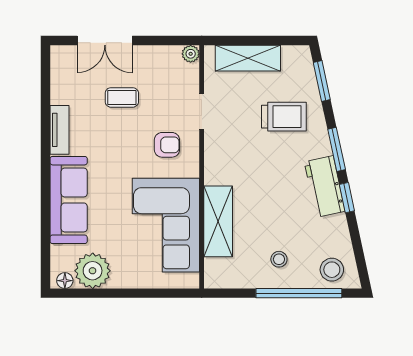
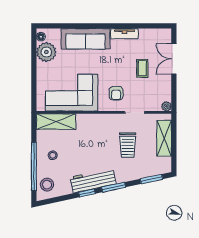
trolley: (284, 117) -> (128, 145), moved
workbench: (325, 187) -> (93, 181), width x1.37
shelving: (218, 221) -> (56, 122), moved

